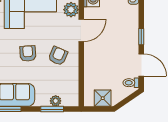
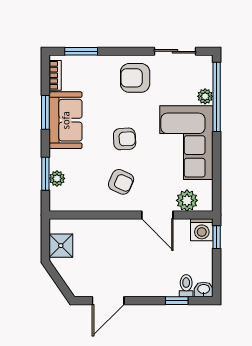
window: (141, 37) -> (177, 301), moved
toilet: (131, 83) -> (186, 286), moved

